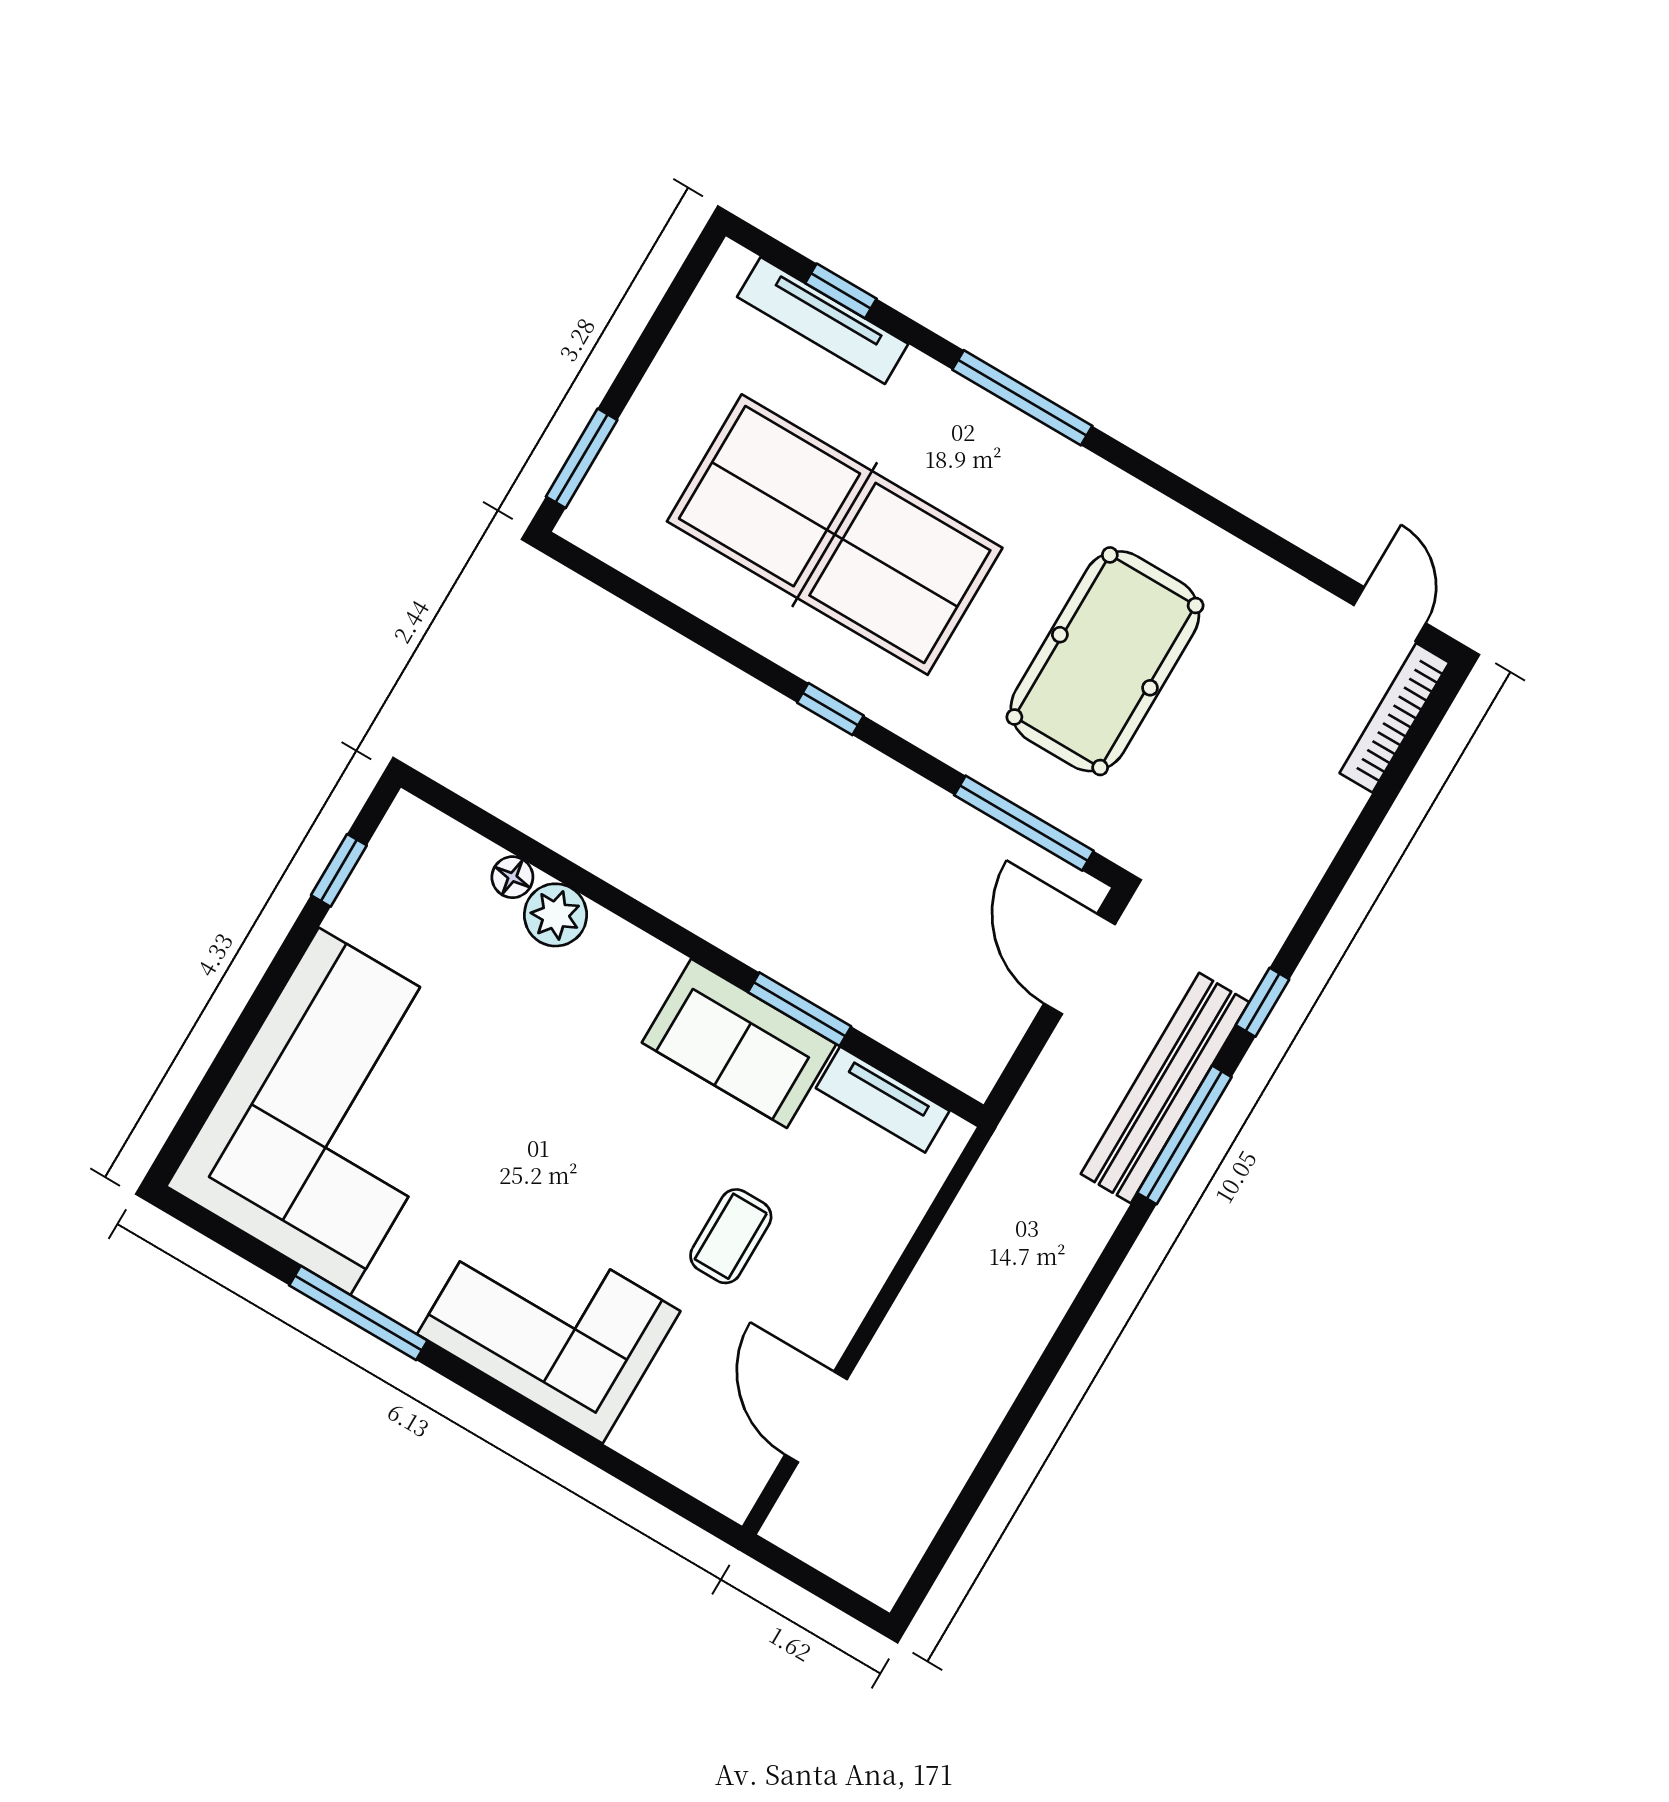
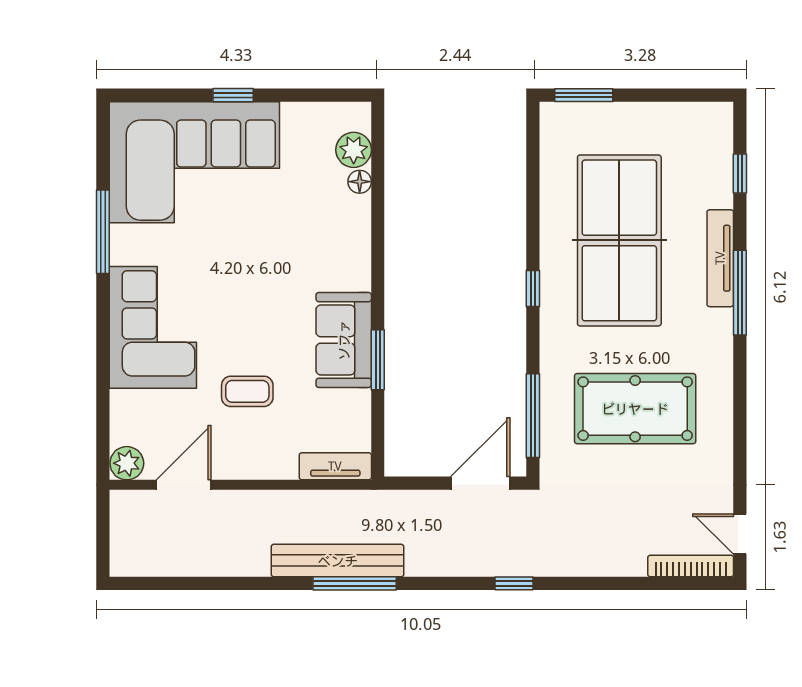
tv unit: (823, 320) -> (720, 258), moved
door: (1390, 614) -> (740, 534), swing flipped
window: (339, 870) -> (233, 95), moved
plant: (555, 915) -> (354, 150), moved
bench: (1165, 1088) -> (338, 561), moved
tv unit: (883, 1100) -> (335, 466), moved, turned 90
window: (1184, 1135) -> (355, 583), moved
plant: (732, 1484) -> (127, 463), added

